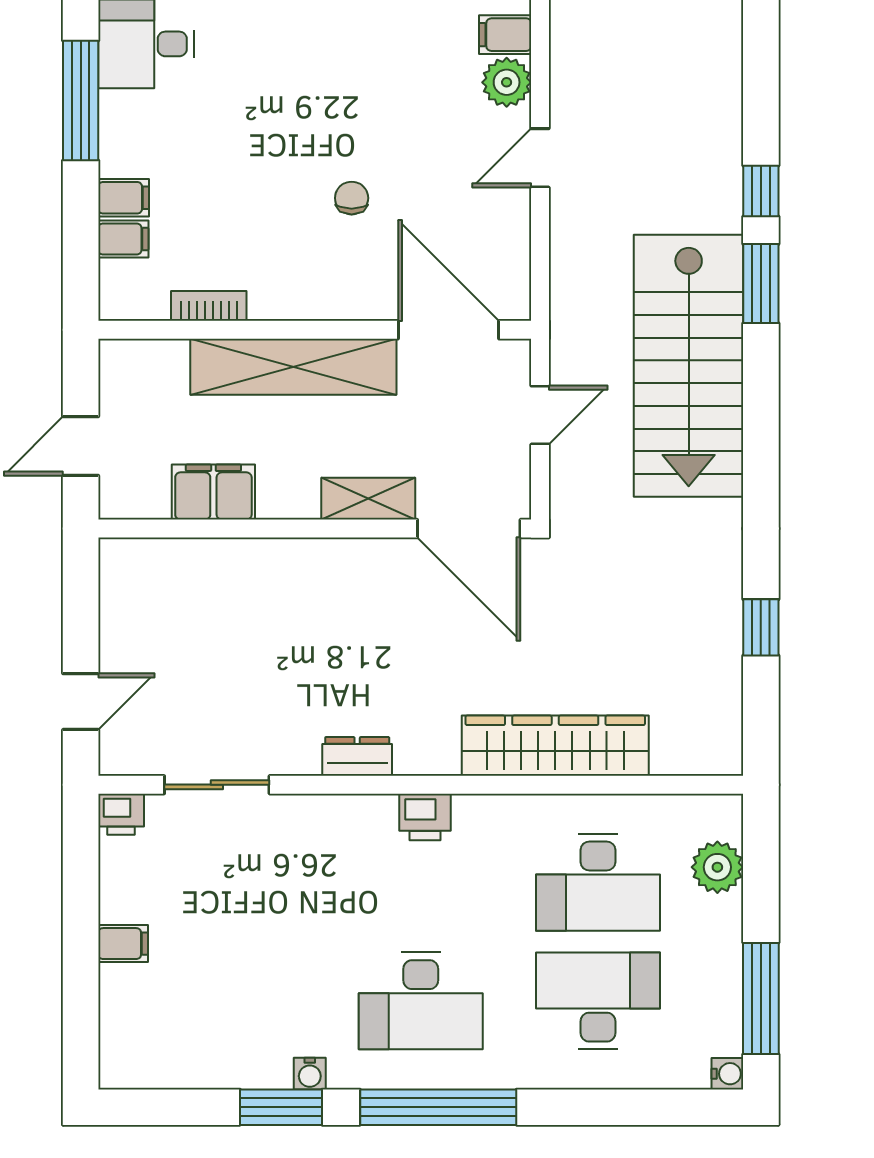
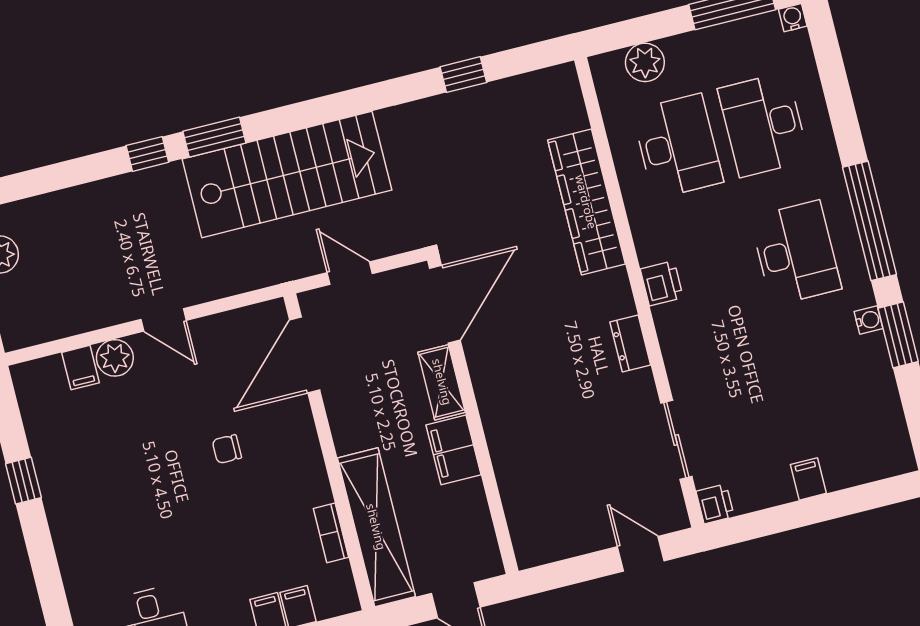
shelving: (293, 367) -> (376, 527), moved
filing cabinet: (213, 492) -> (454, 450), moved

